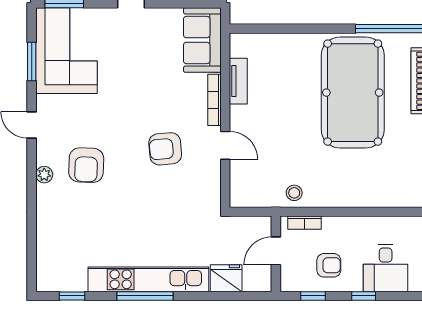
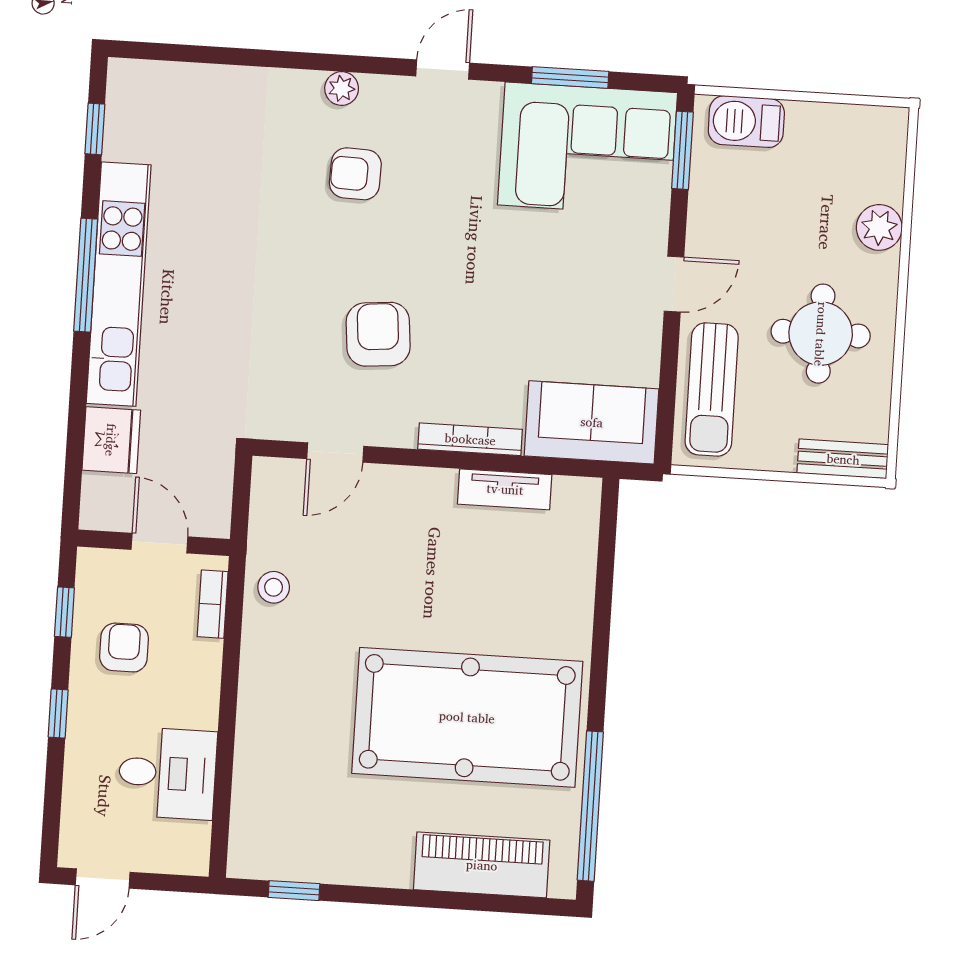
door: (225, 145) -> (335, 453), moved
armchair: (86, 165) -> (355, 174), width x0.72, depth x0.72
armchair: (329, 265) -> (124, 648), turned 180
desk: (386, 268) -> (167, 773), moved, turned 180

